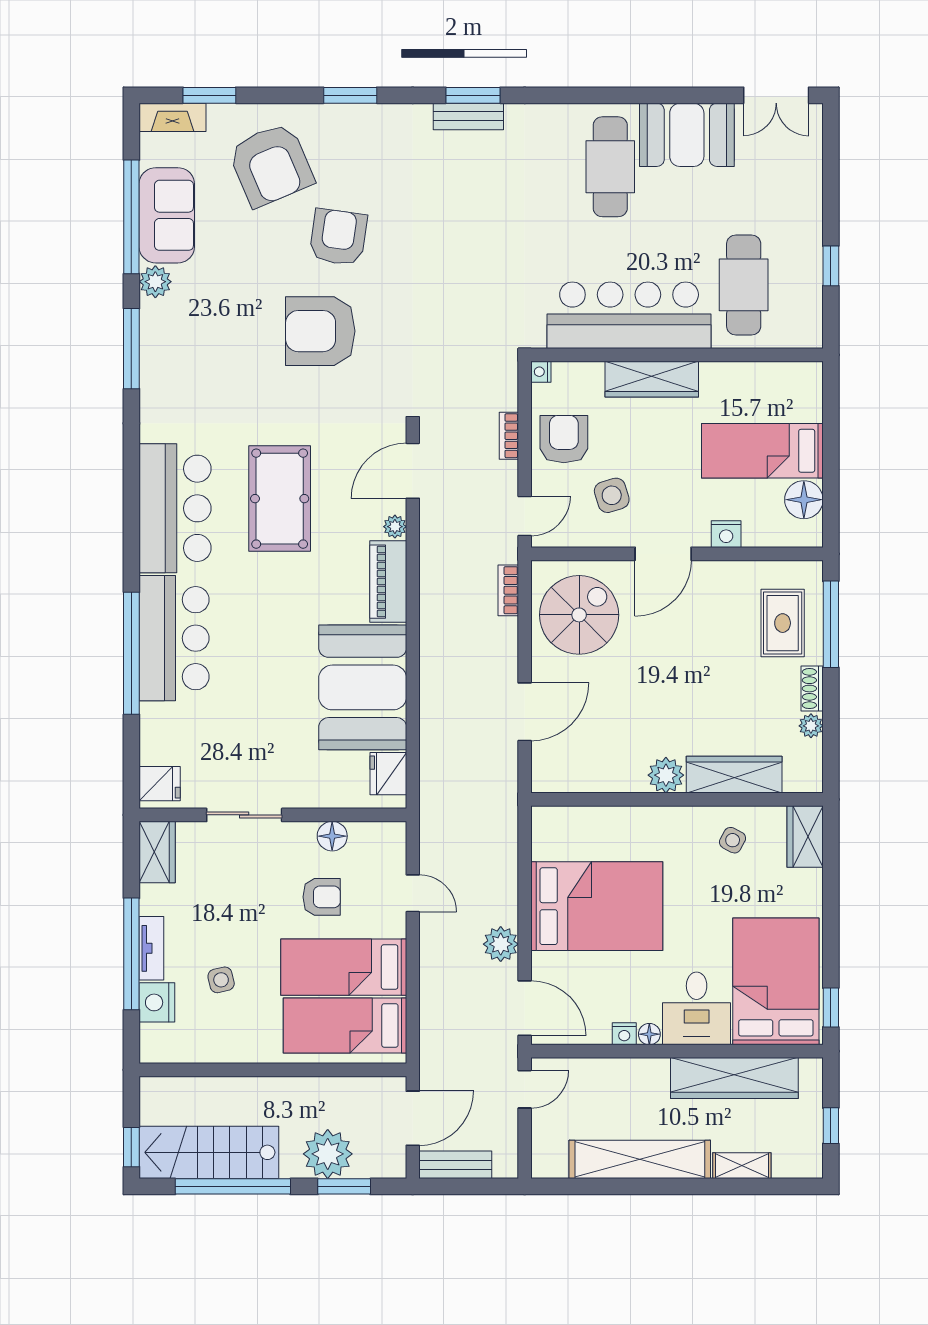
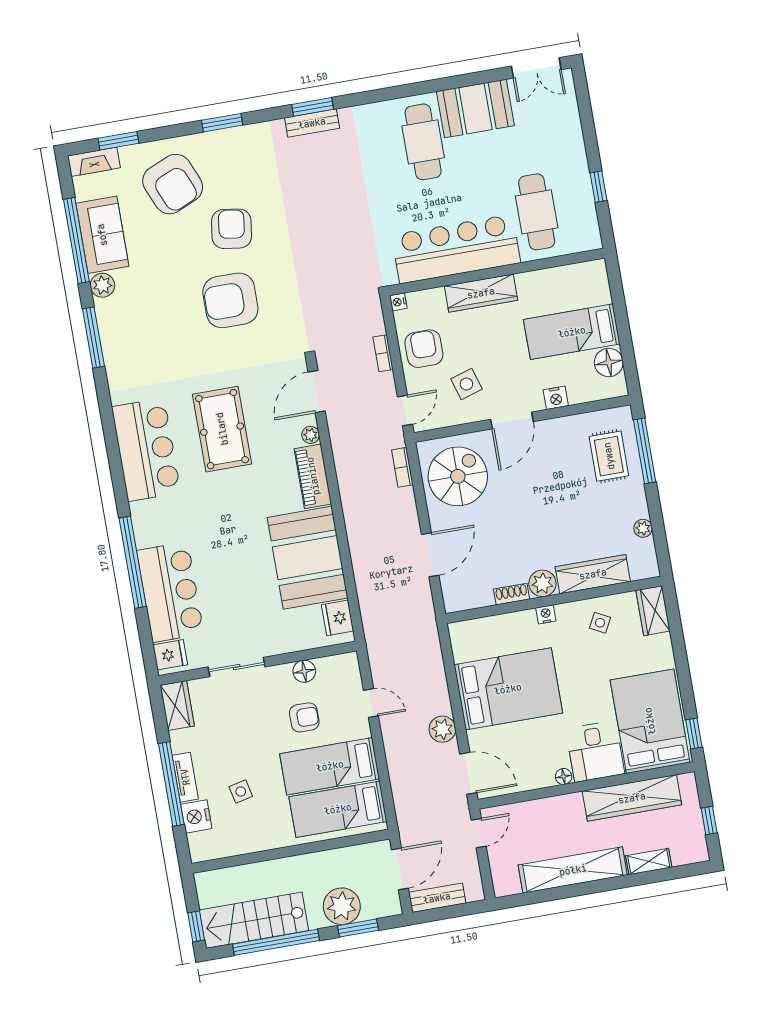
bar counter: (174, 638) -> (170, 592), moved
shoe rack: (812, 689) -> (512, 594), moved, turned 90
nightstand: (624, 1034) -> (546, 614), moved, turned 180

